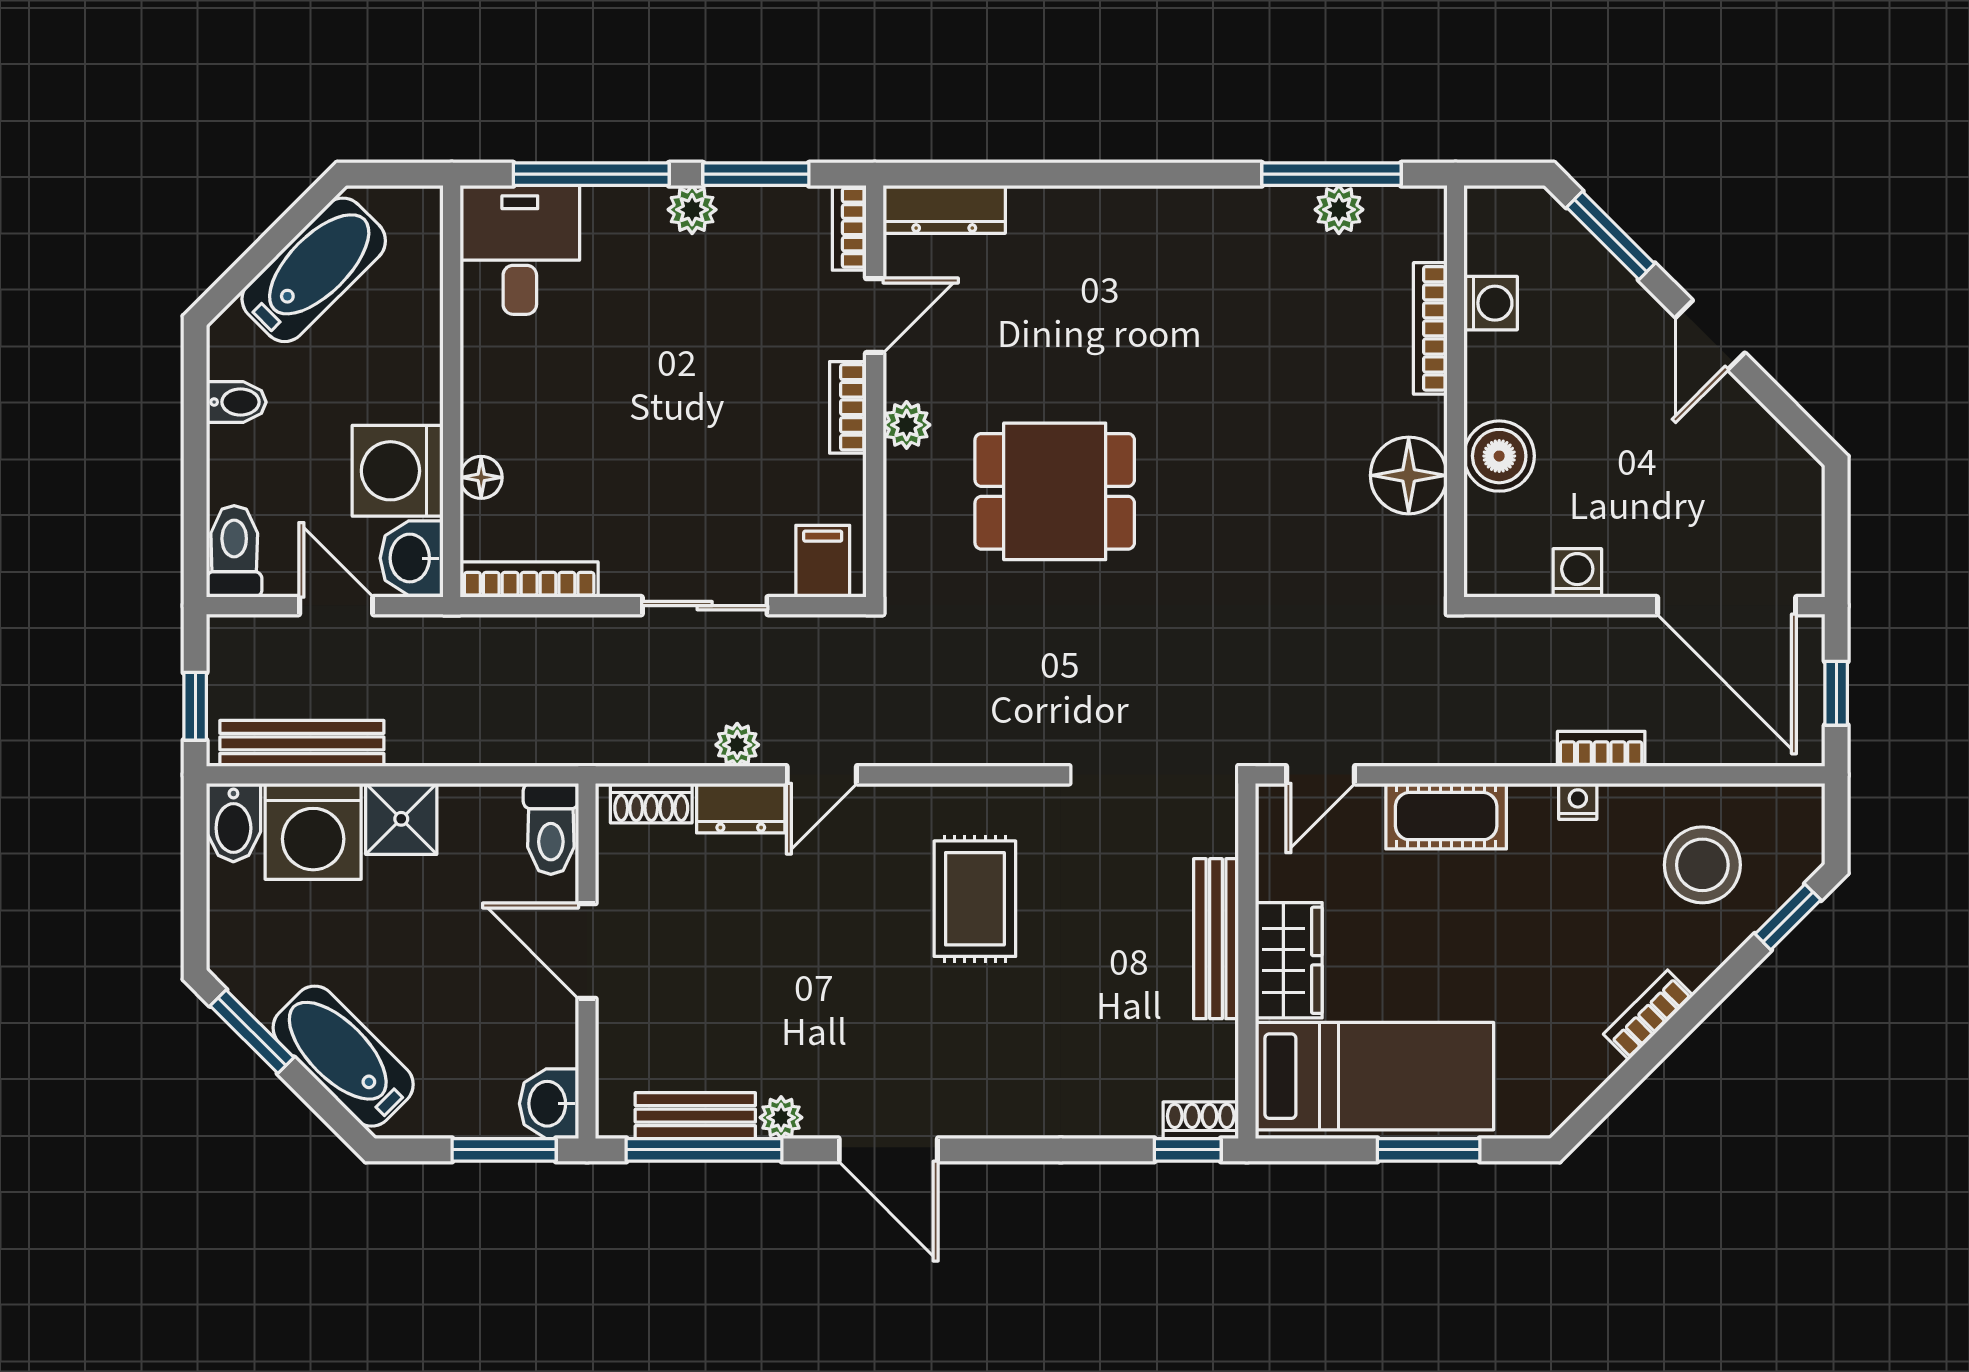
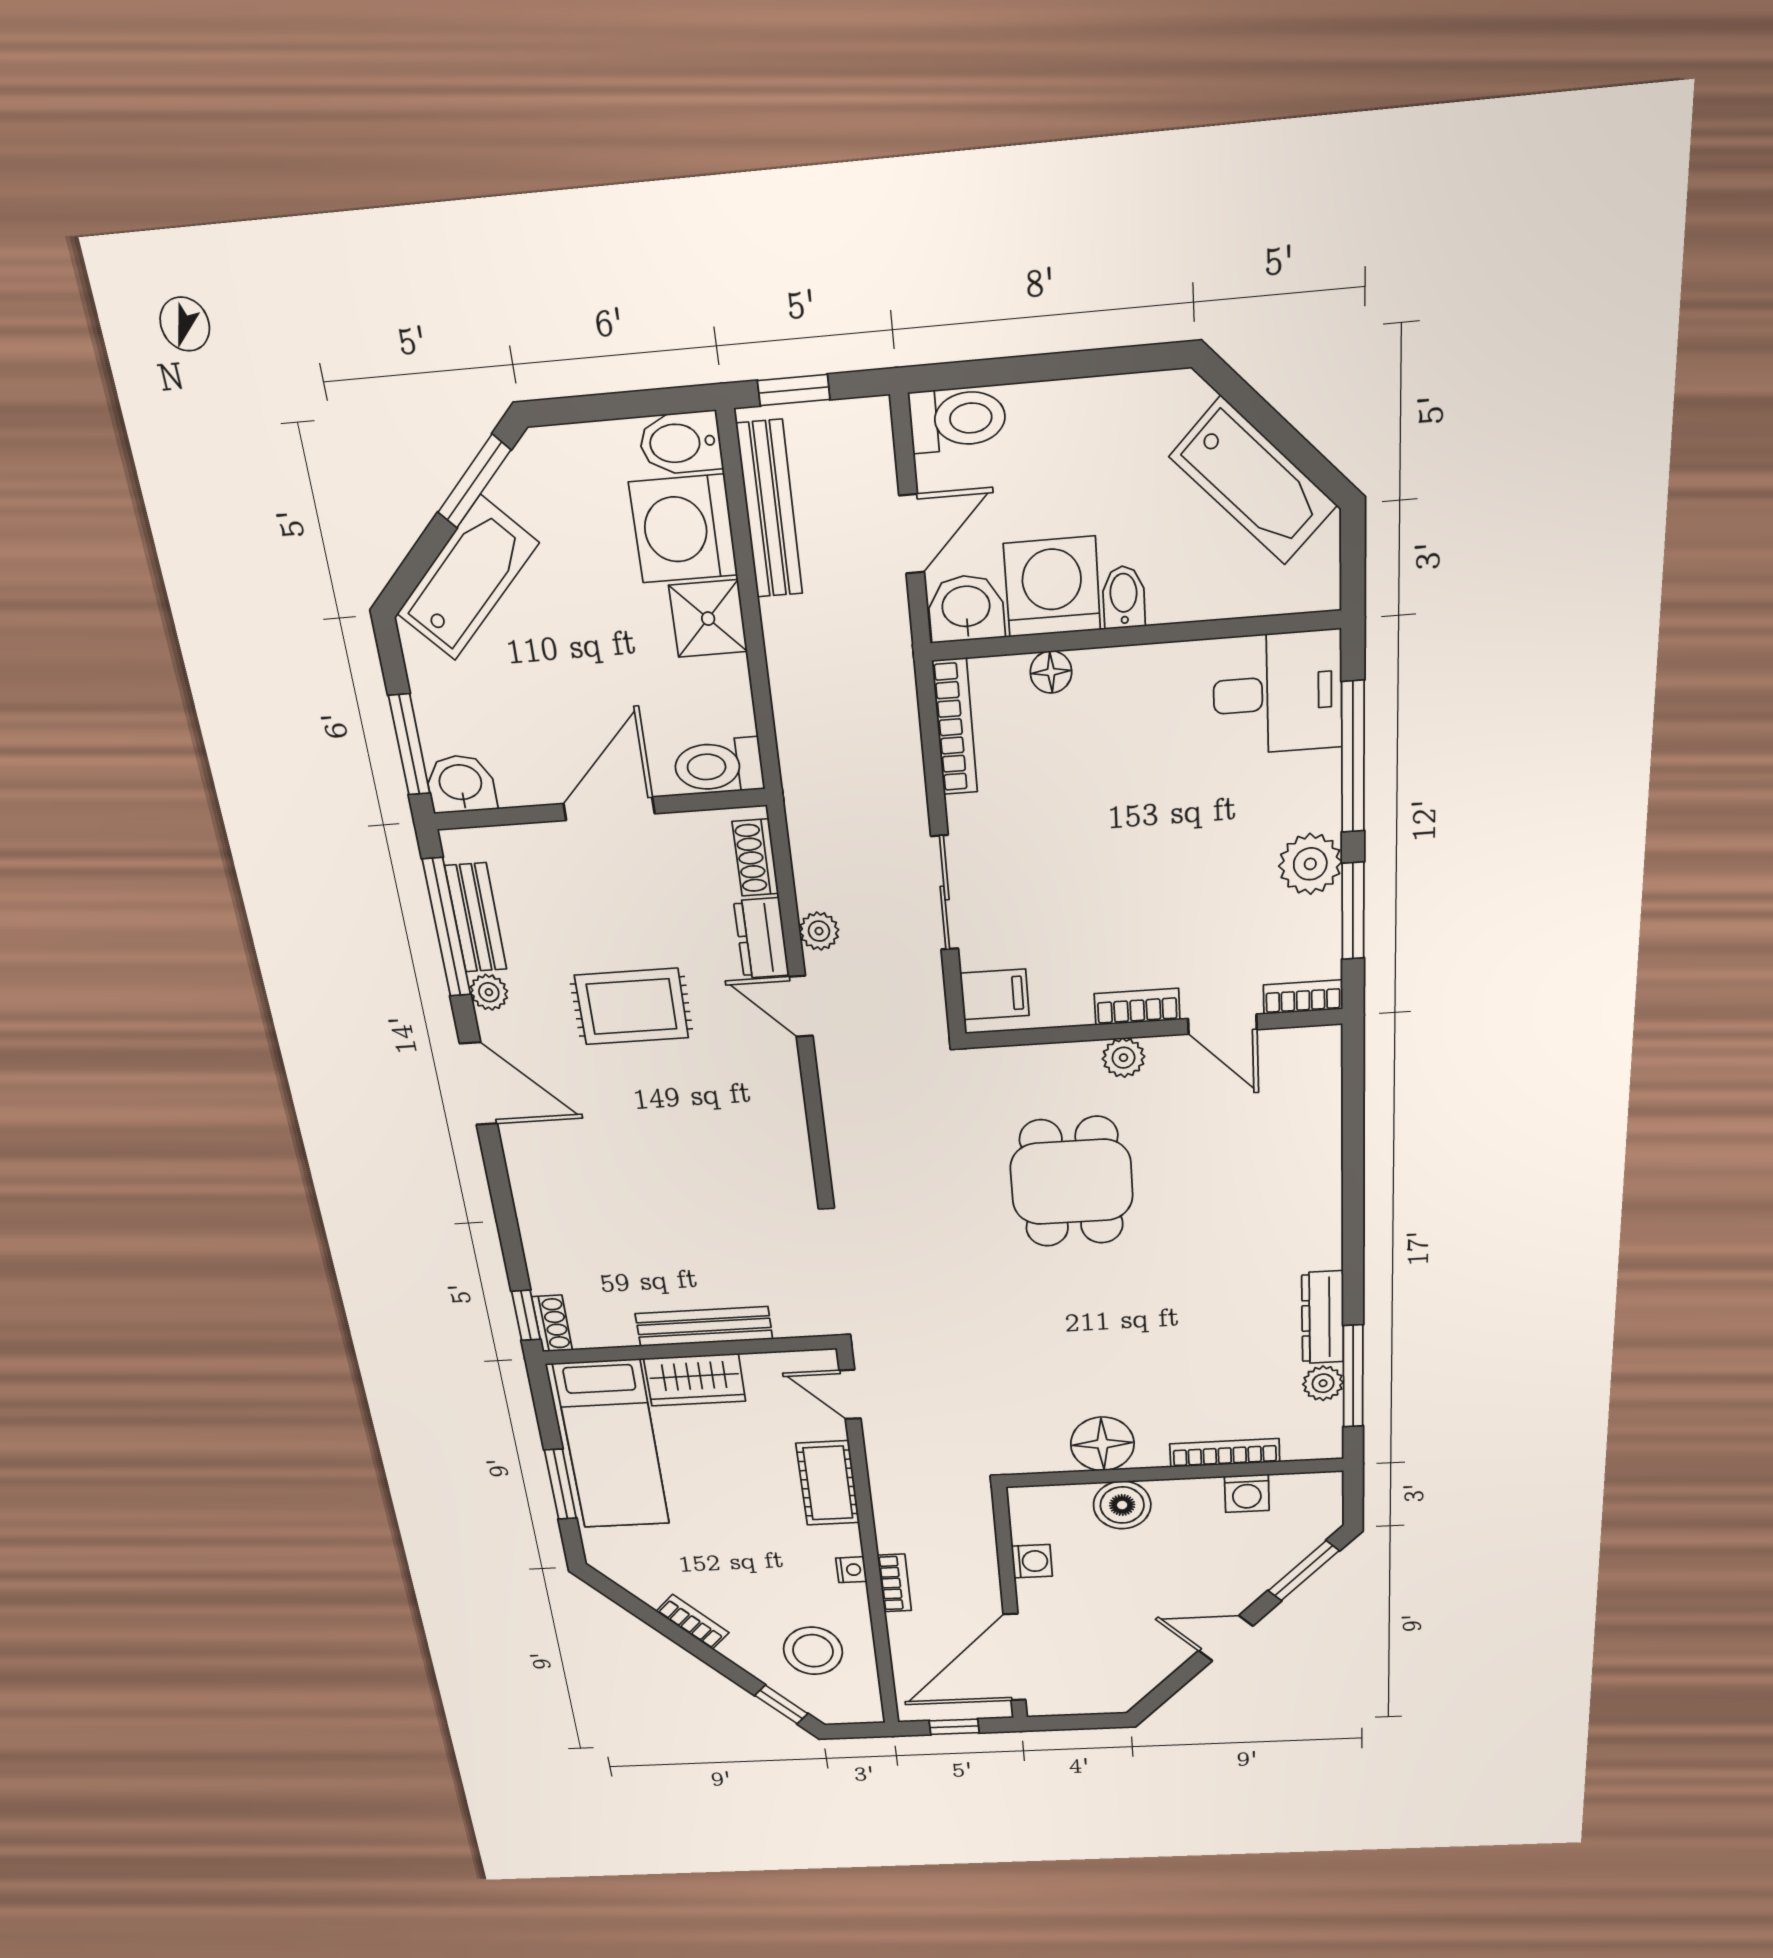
dresser: (944, 209) -> (1323, 1318), moved
plant: (692, 210) -> (1310, 864), width x1.38, depth x1.38
bidet: (236, 402) -> (1124, 597), moved, turned 180
rug: (975, 899) -> (632, 1007), moved
door: (888, 1150) -> (479, 1084), swing flipped

